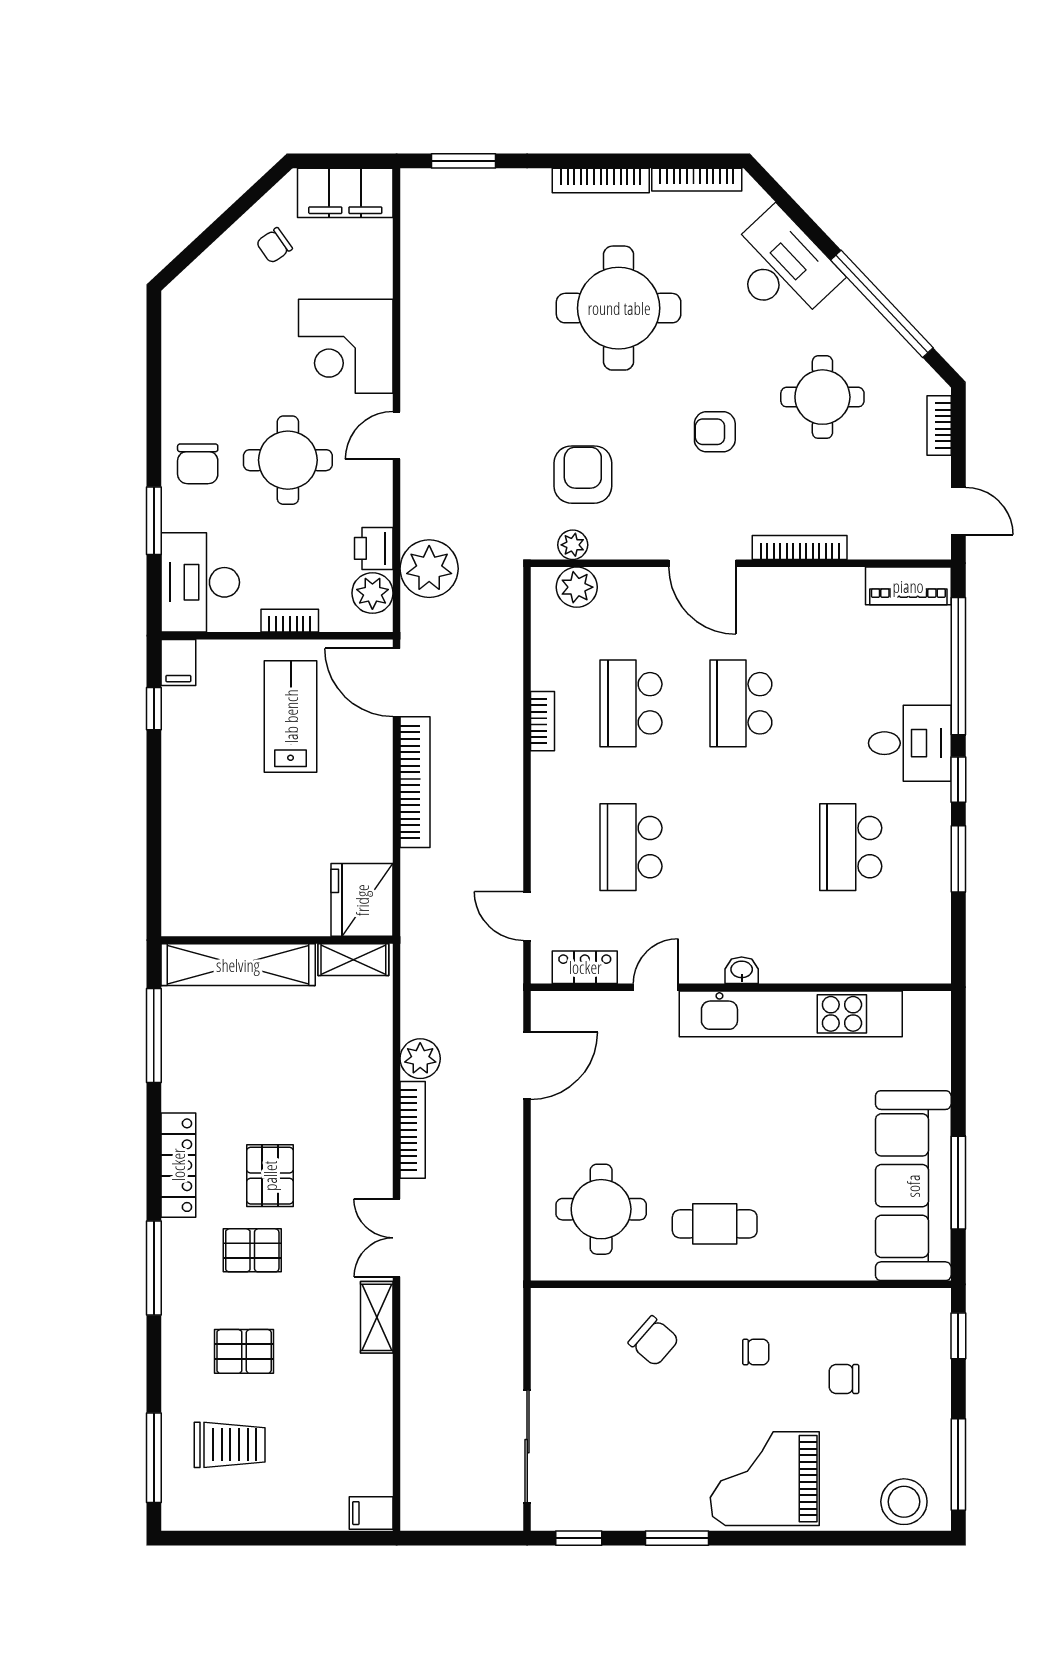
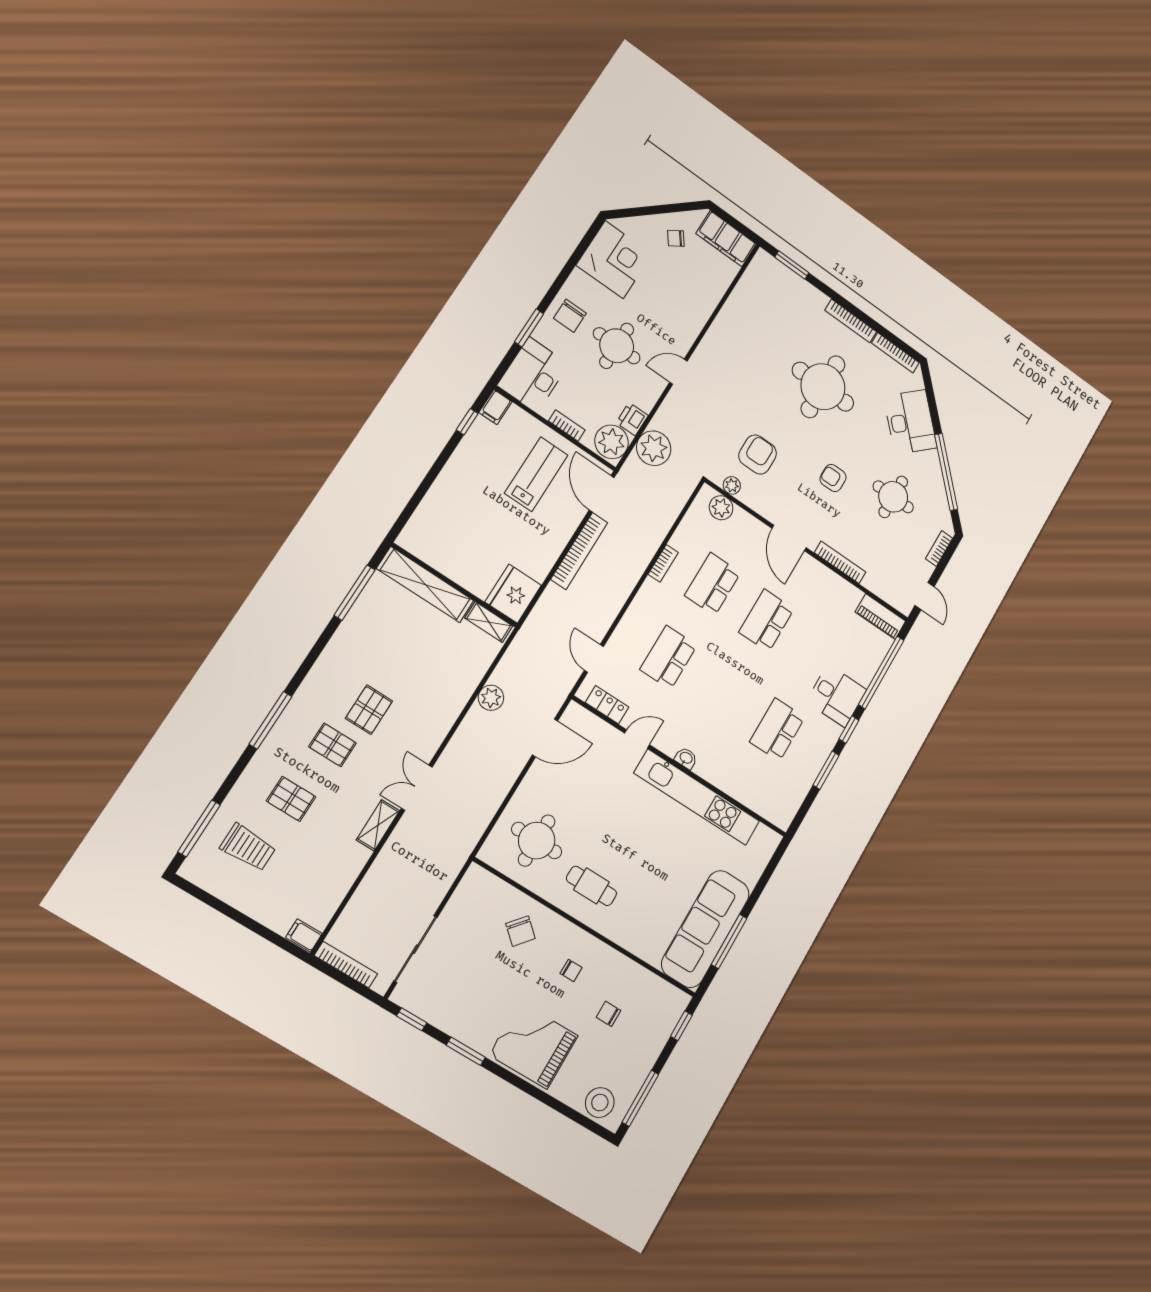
corner desk: (346, 346) -> (614, 260), moved, turned 180
plant: (372, 593) -> (612, 442), width x1.36, depth x1.36
bookcase: (413, 1130) -> (346, 965), moved, turned -90
locker: (178, 1165) -> (322, 672), removed

